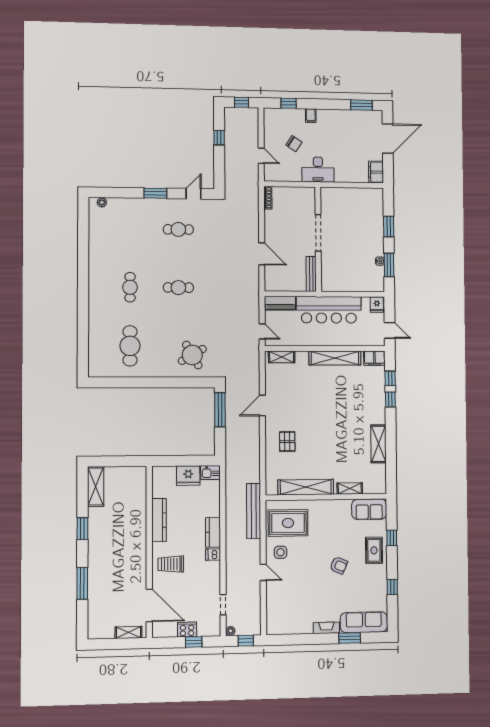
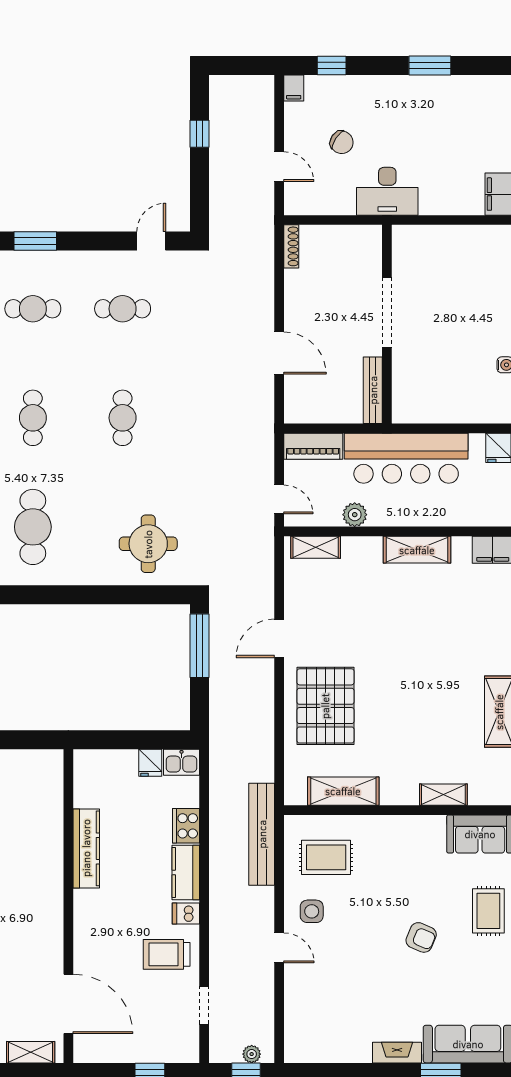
window: (242, 102) -> (242, 65), removed
window: (361, 105) -> (430, 65), moved
filing cabinet: (311, 116) -> (294, 88), moved
window: (155, 193) -> (35, 241), moved
cafe table: (130, 229) -> (33, 309), added
cafe table: (178, 288) -> (123, 418), turned 90
plant: (302, 340) -> (355, 515), added
round table: (192, 355) -> (148, 544), turned 30
shelving: (335, 358) -> (417, 550), width x0.68
pallet: (287, 442) -> (325, 706), width x2.05, depth x2.00
fridge: (188, 476) -> (150, 763), width x0.53, depth x0.75
shelving: (306, 487) -> (343, 791), width x0.68
rug: (288, 523) -> (326, 857), width x0.73, depth x0.70
trolley: (171, 564) -> (167, 954), moved
cooker: (187, 630) -> (186, 826), moved, turned -90
plant: (230, 631) -> (252, 1054), moved

